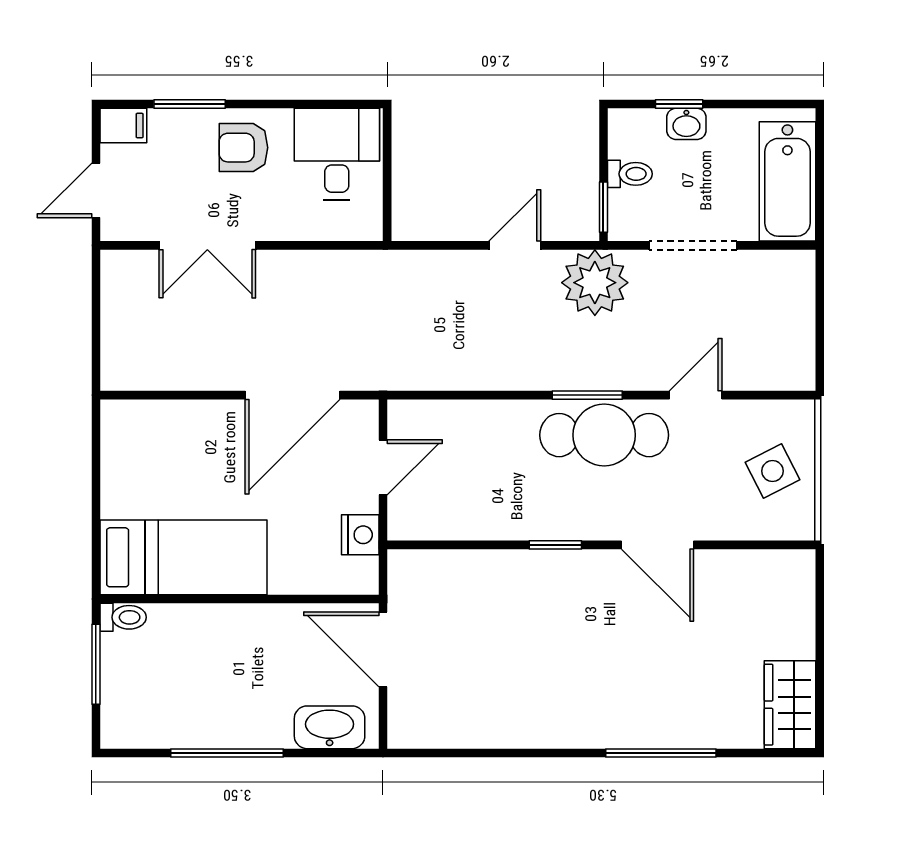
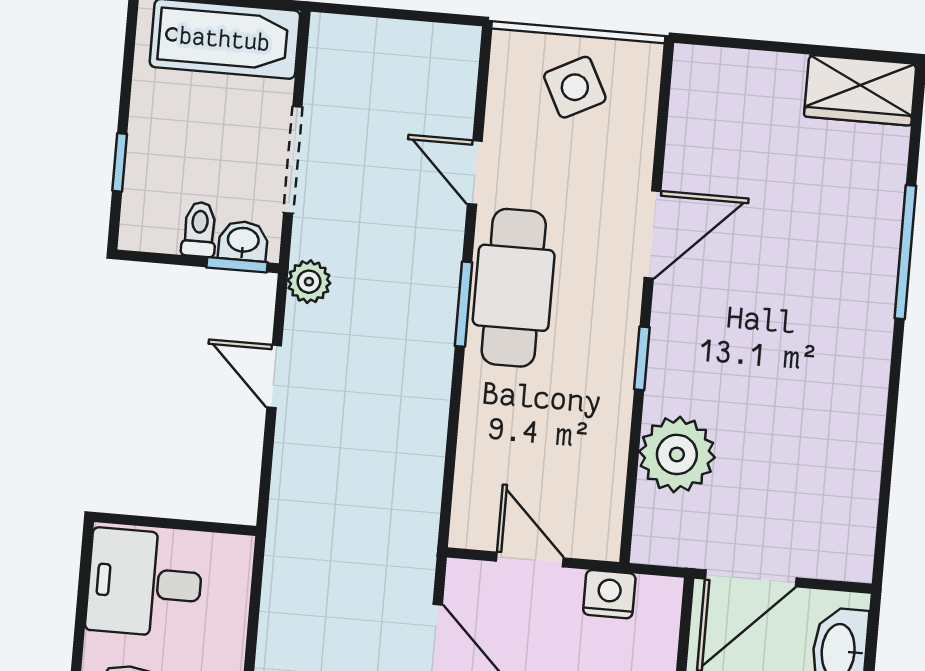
washbasin: (686, 124) -> (243, 241), moved, turned -90
plant: (595, 283) -> (309, 282), width x0.53, depth x0.53
plant: (479, 580) -> (677, 454), added

